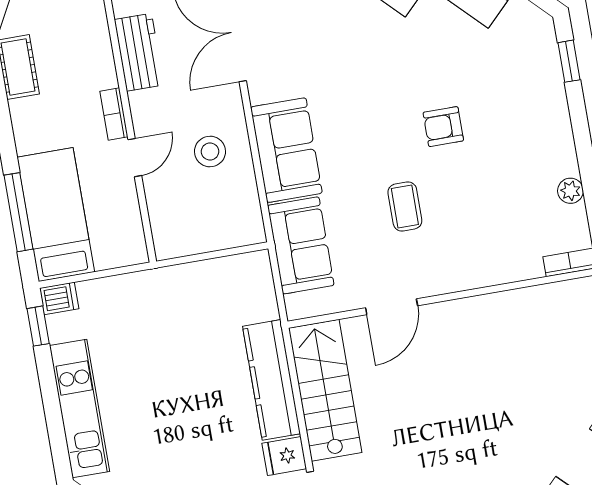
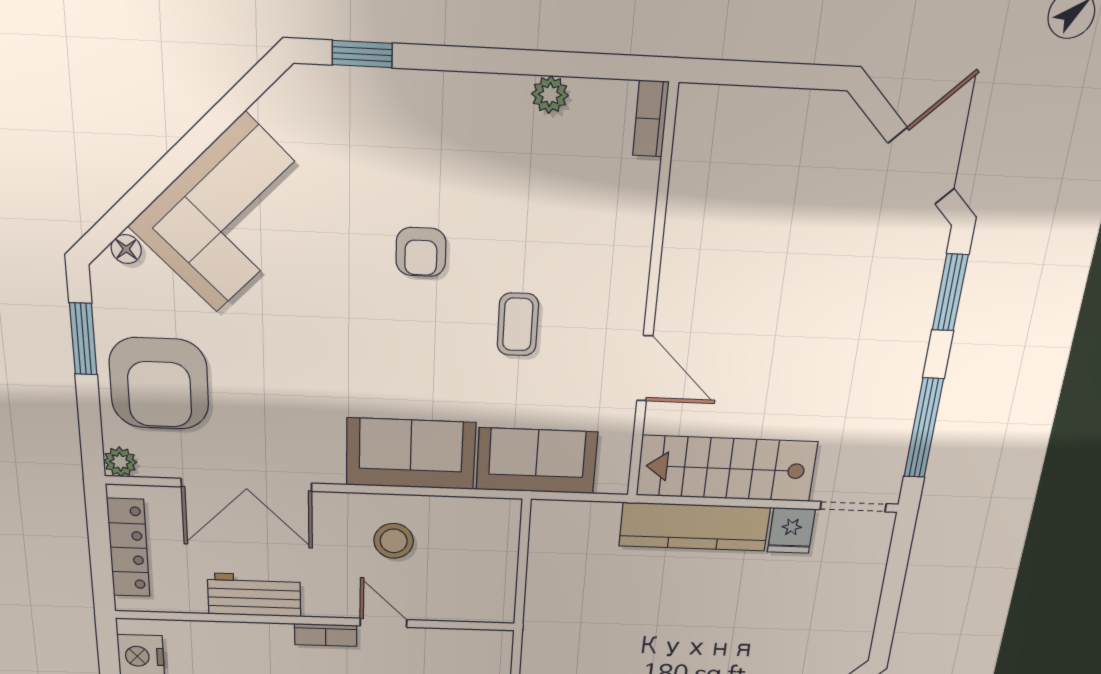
coffee table: (405, 206) -> (518, 324), turned 90

